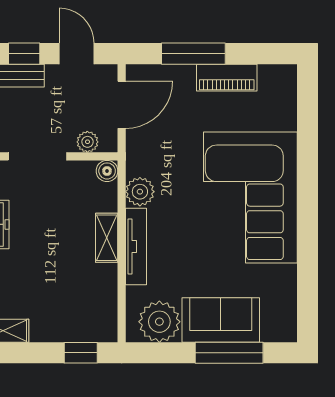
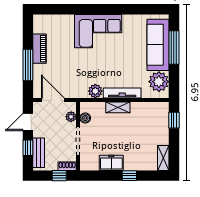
boiler: (107, 171) -> (85, 118), moved
corner sofa: (250, 197) -> (98, 31), width x0.73, depth x0.74
sofa: (221, 320) -> (158, 45), width x1.36

